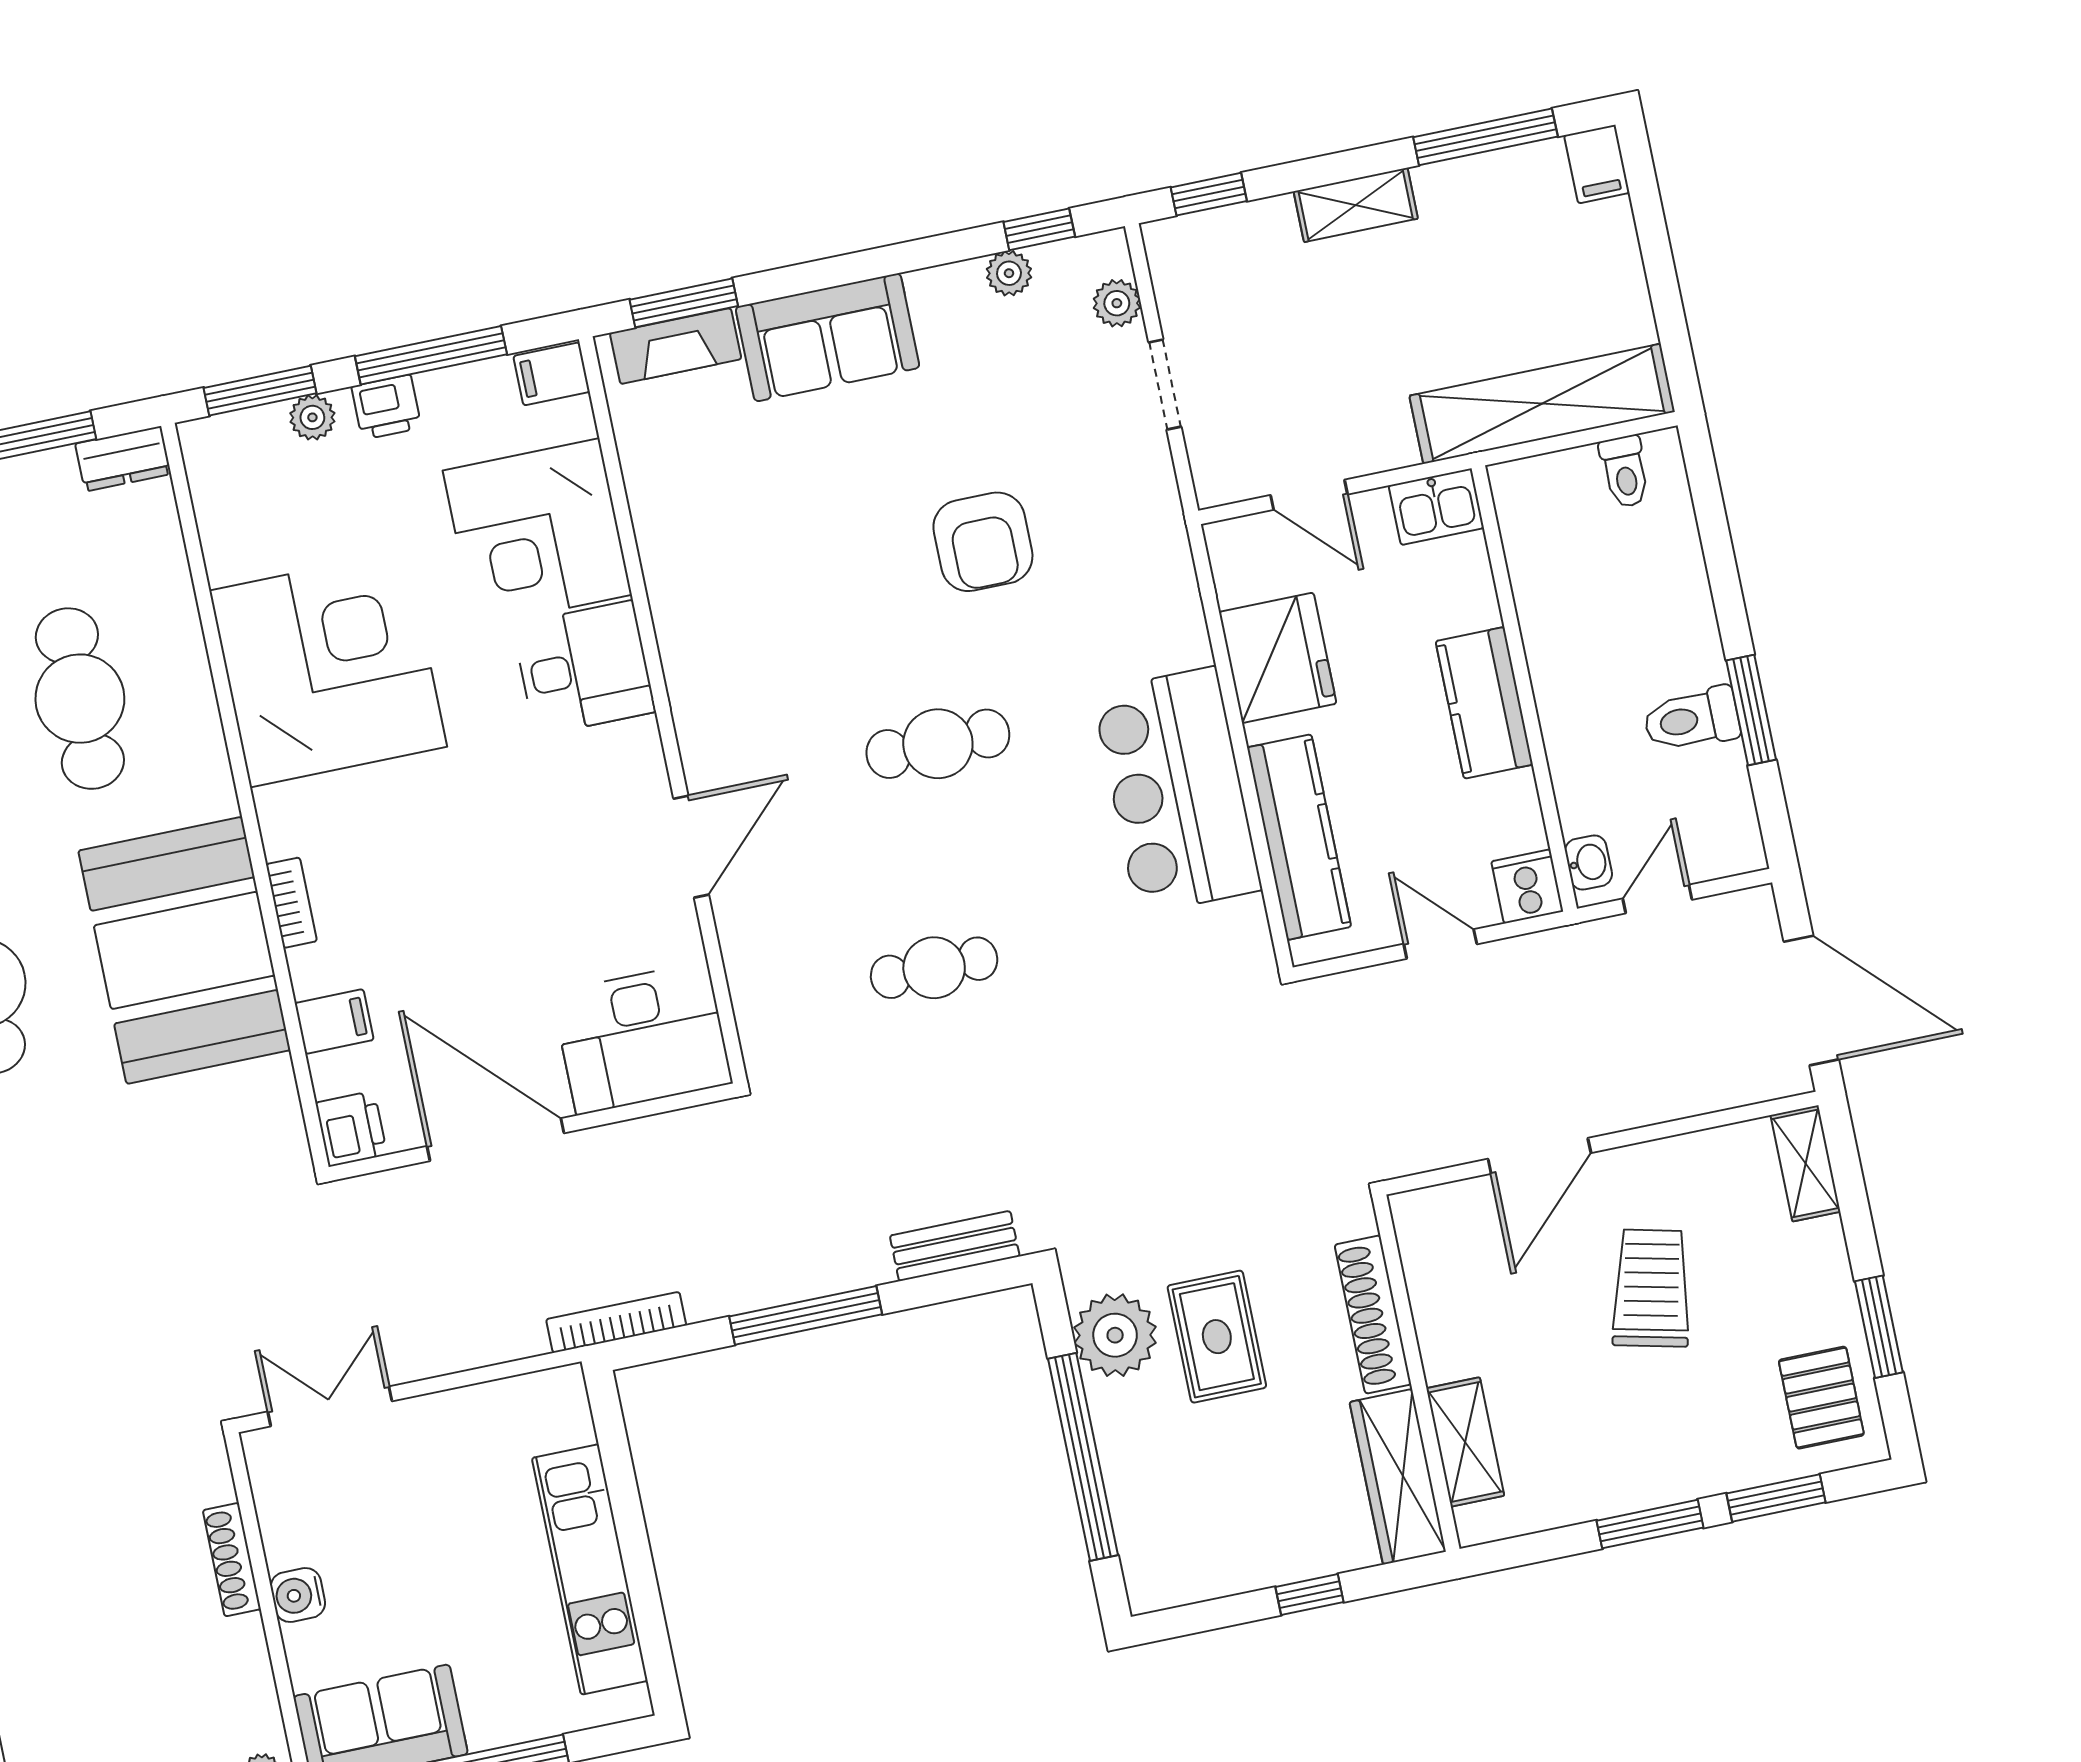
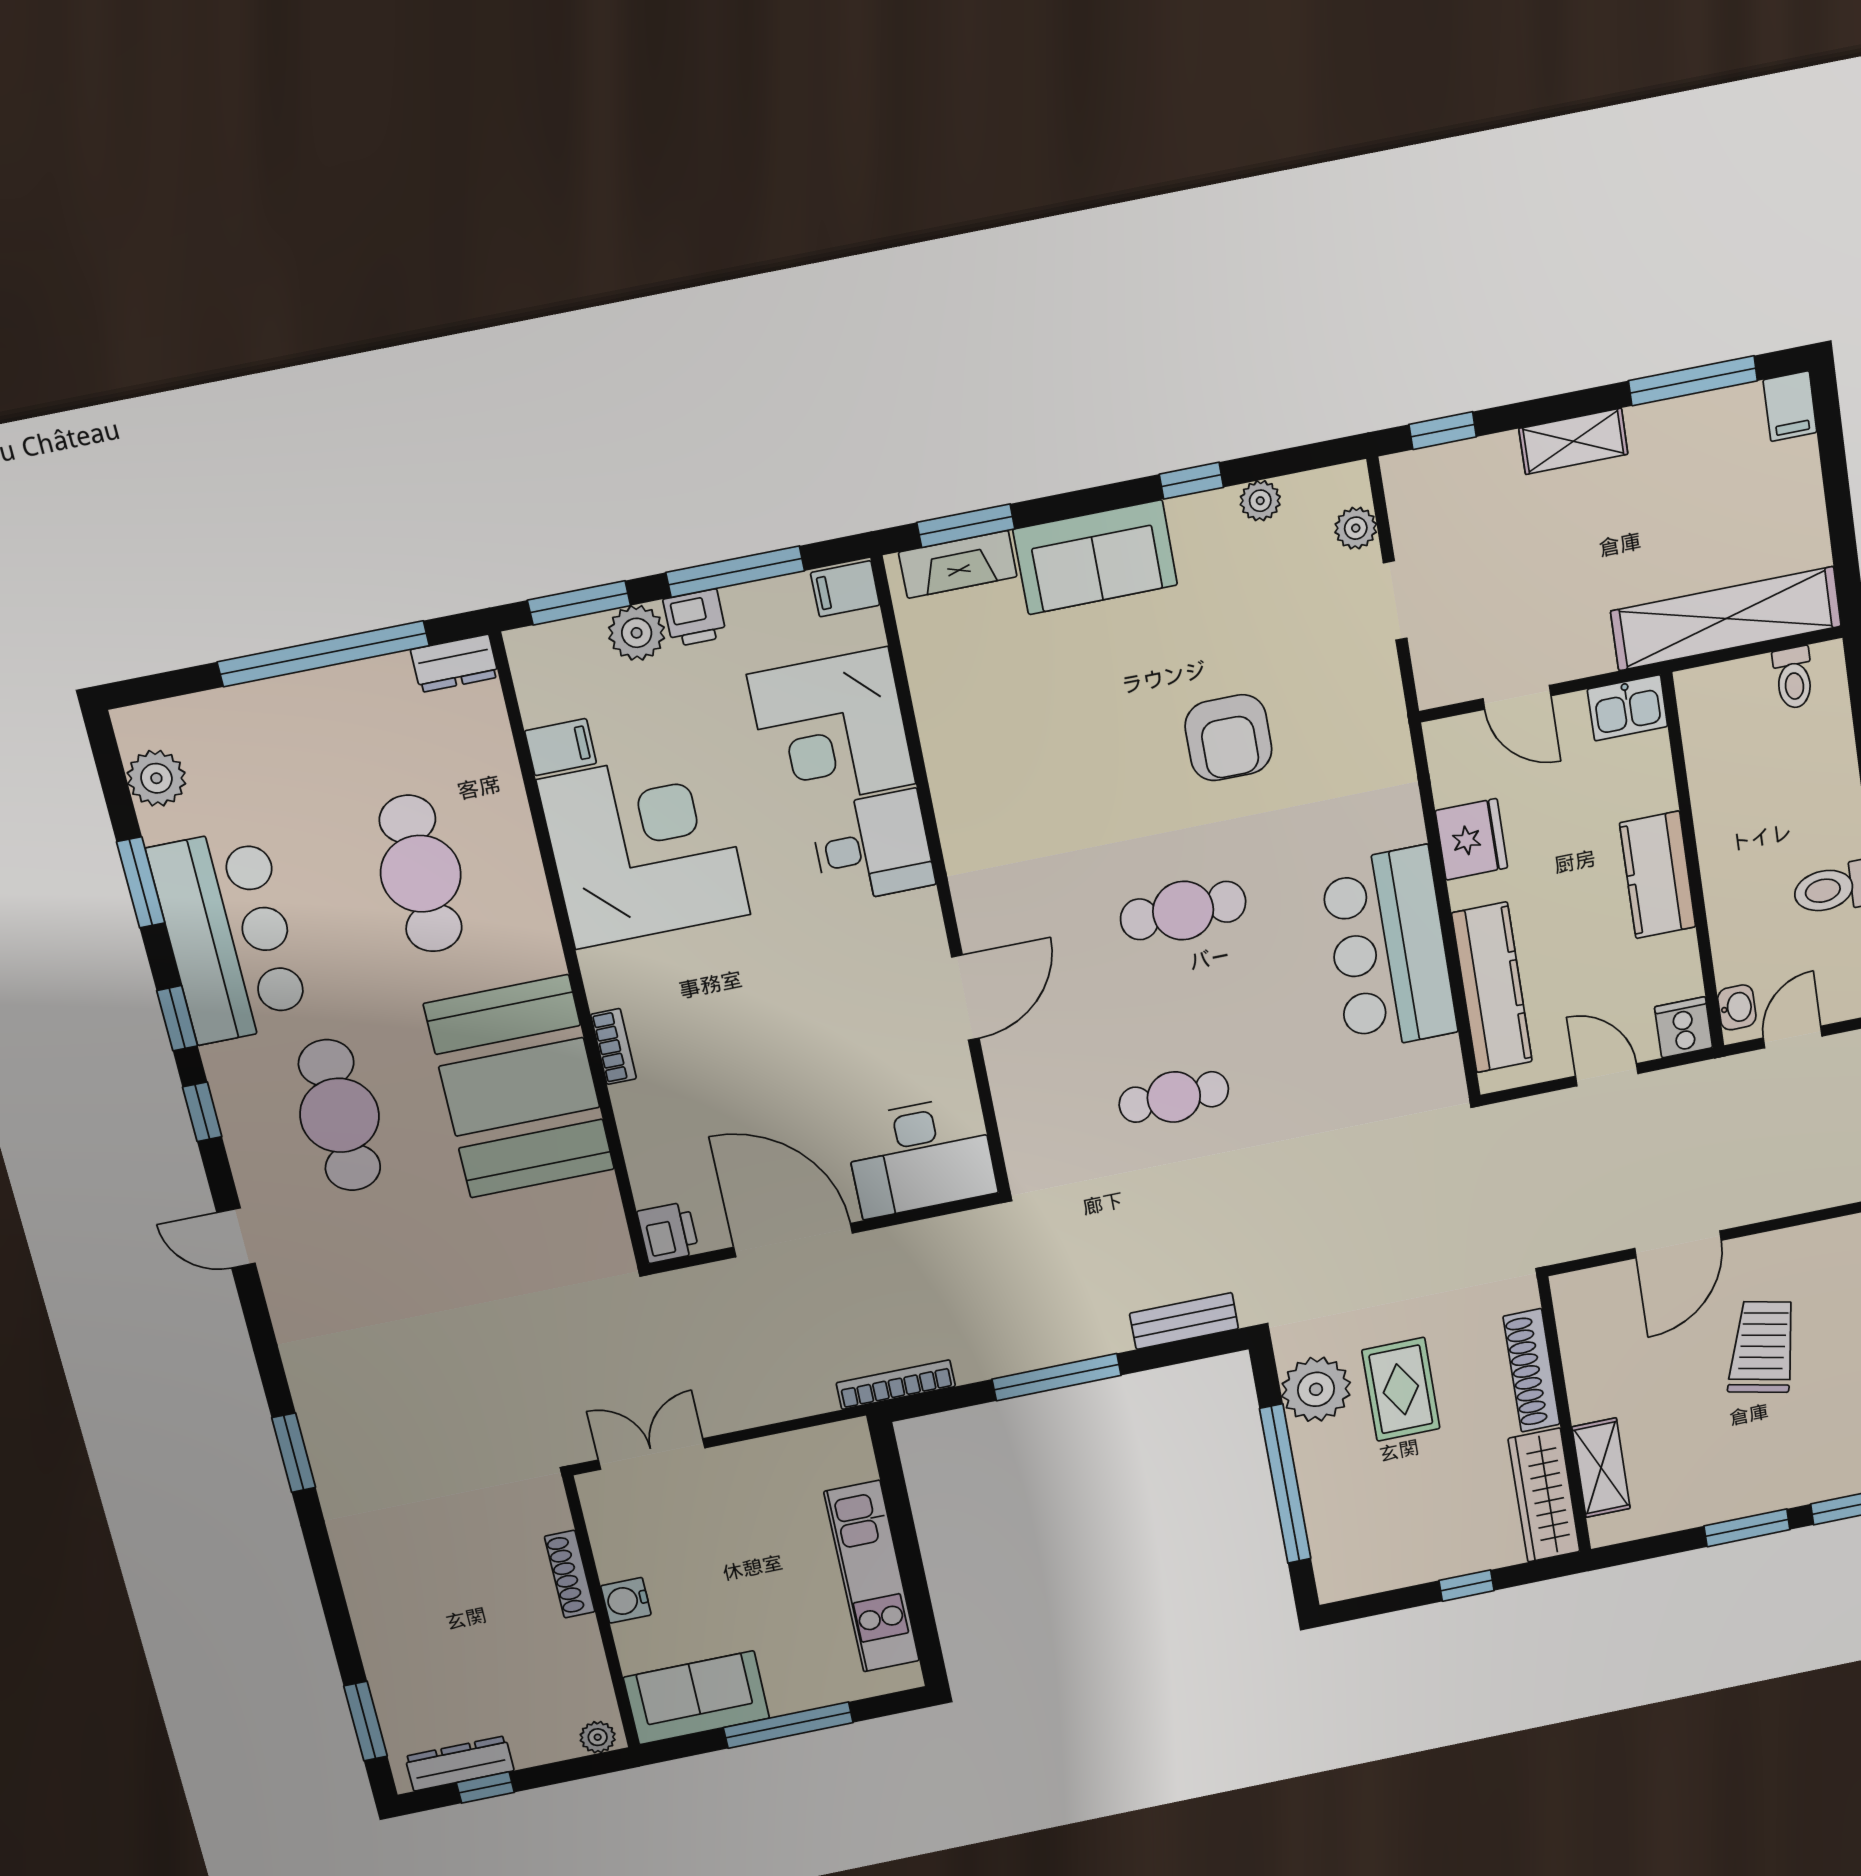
window: (1039, 229) -> (1191, 481), moved
plant: (312, 417) -> (637, 633), width x1.38, depth x1.38
fridge: (1278, 658) -> (1471, 839), width x0.73, depth x0.75
filing cabinet: (334, 1021) -> (561, 747), moved

